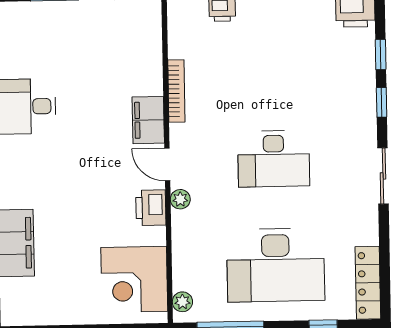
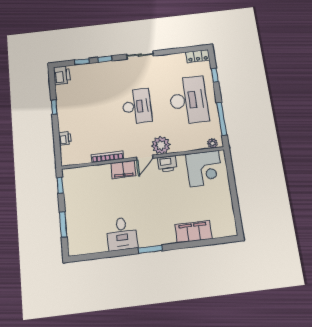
plant: (180, 199) -> (161, 145), width x1.88, depth x1.88
locker: (368, 283) -> (198, 56), width x0.66

